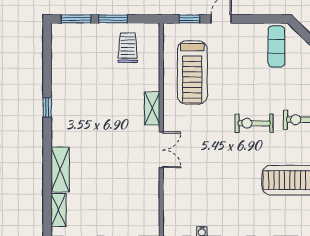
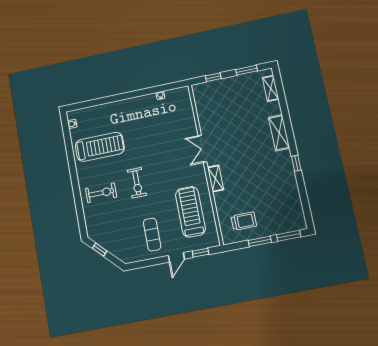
exercise mat: (276, 46) -> (152, 235), moved
trolley: (128, 48) -> (244, 221), turned -90
exercise bike: (254, 123) -> (137, 183), turned 90
shelving: (60, 170) -> (279, 133), moved

